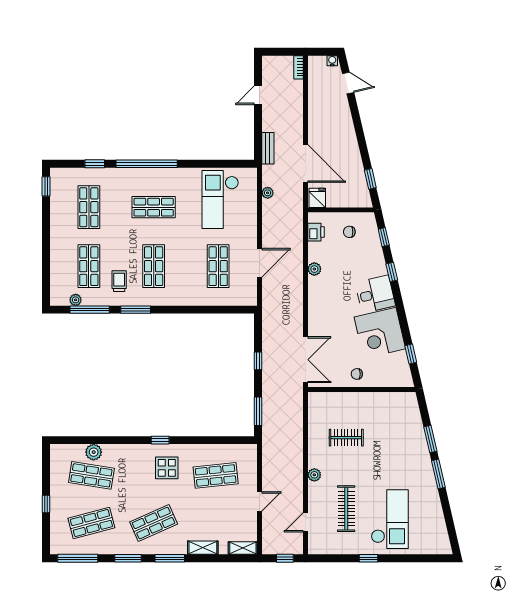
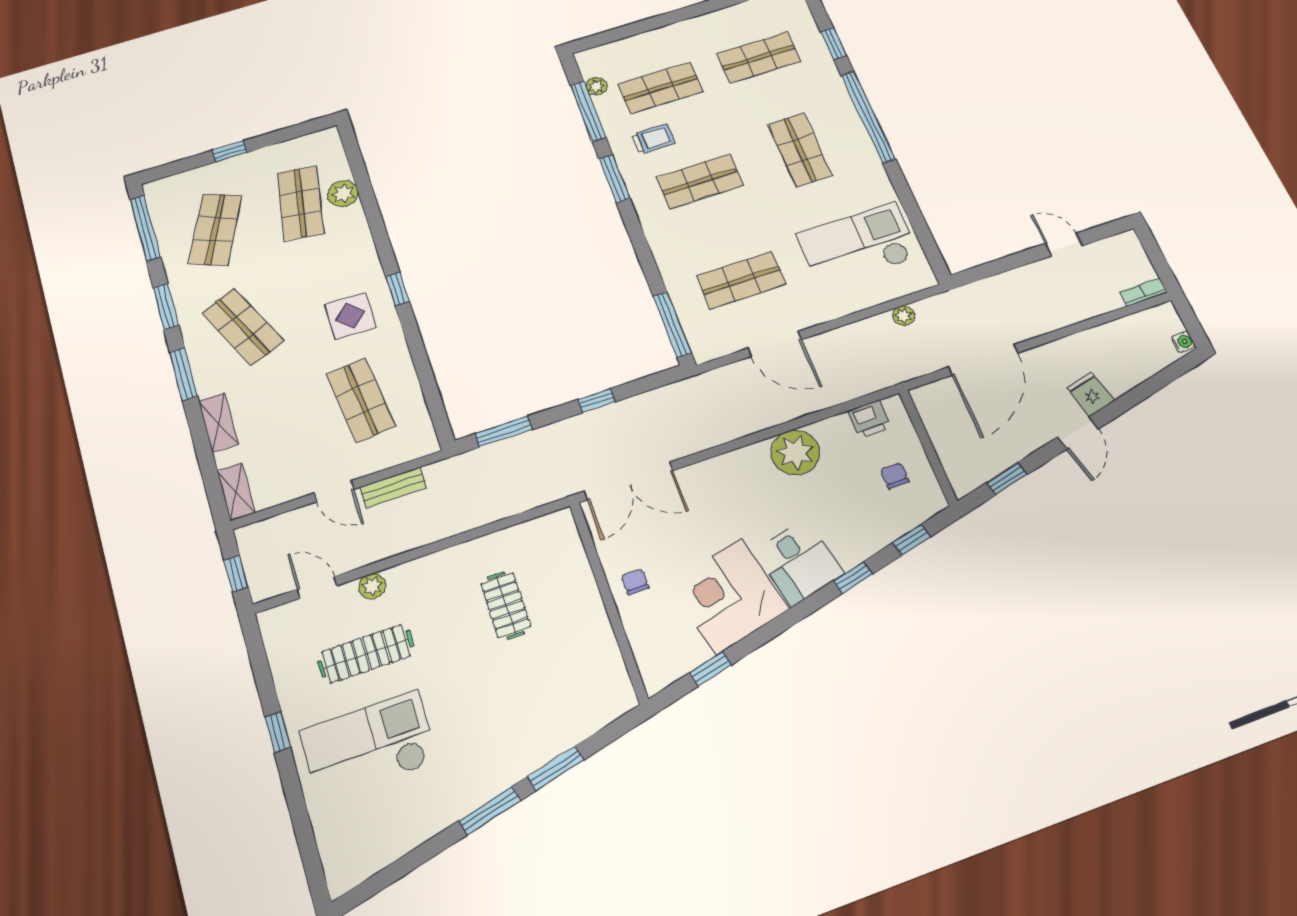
door: (348, 83) -> (1078, 433), moved
bench: (268, 148) -> (393, 487), moved
fridge: (317, 198) -> (1090, 394), moved, turned -103
plant: (314, 269) -> (795, 452), width x1.87, depth x1.87
window: (230, 310) -> (672, 324), added
plant: (314, 475) -> (372, 586), moved
checkout: (390, 519) -> (369, 746), turned 180
shop shelf: (91, 523) -> (215, 229), turned 39

